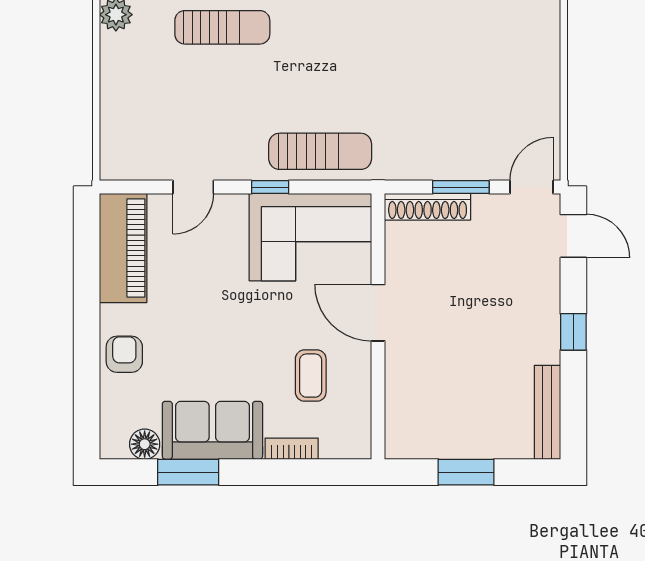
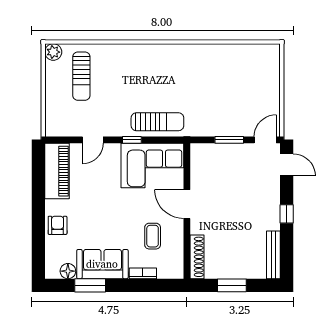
sun lounger: (222, 27) -> (81, 76), moved, turned 90
shoe rack: (428, 207) -> (197, 257), moved, turned -90

